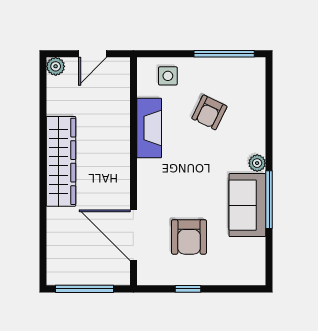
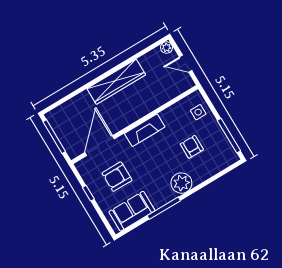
armchair: (209, 112) -> (192, 147), turned 64
fireplace: (149, 128) -> (145, 130), moved
plant: (257, 163) -> (181, 183), width x1.88, depth x1.88
sofa: (247, 205) -> (132, 211), moved

